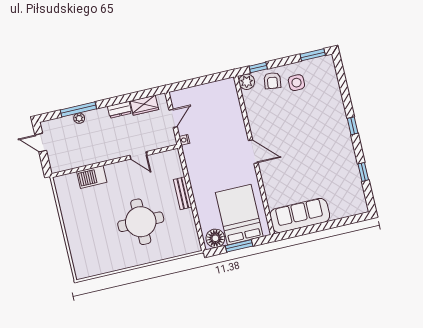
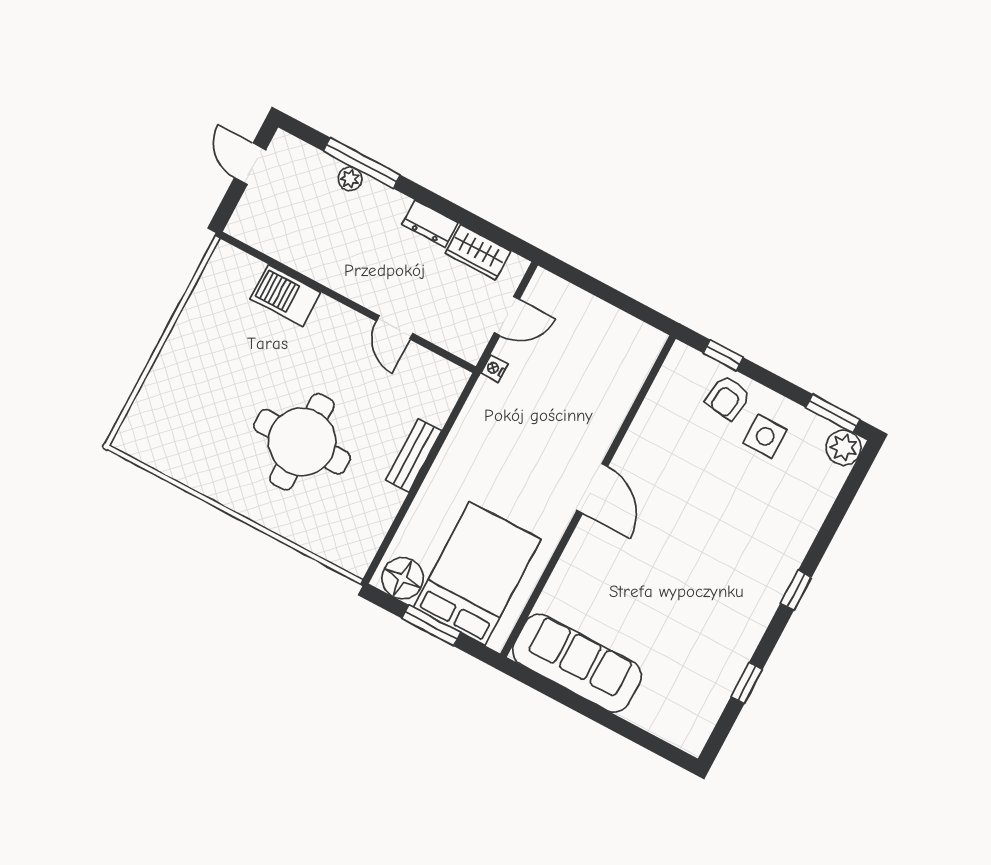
plant: (247, 82) -> (844, 448), moved

